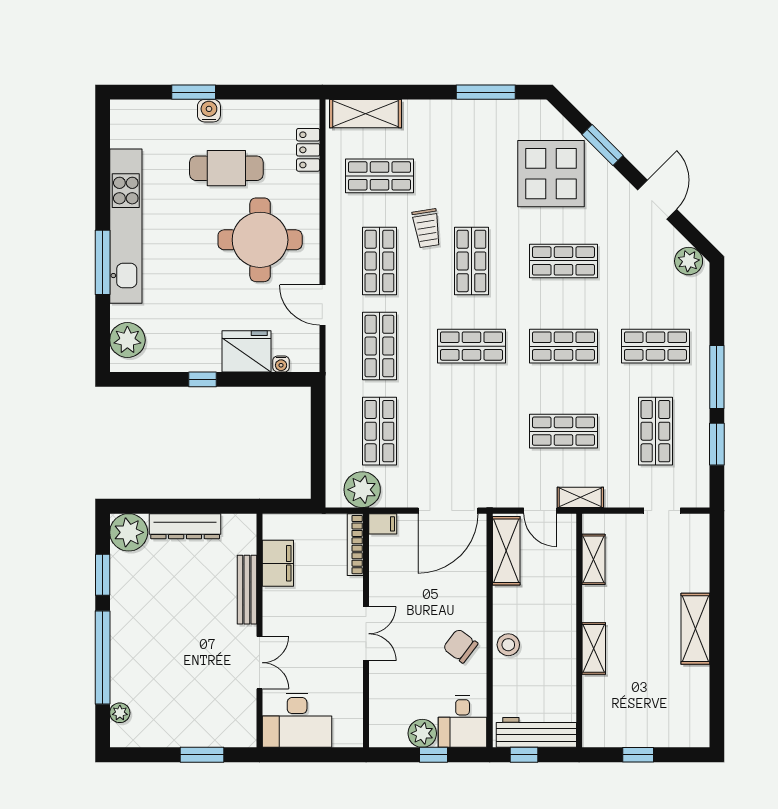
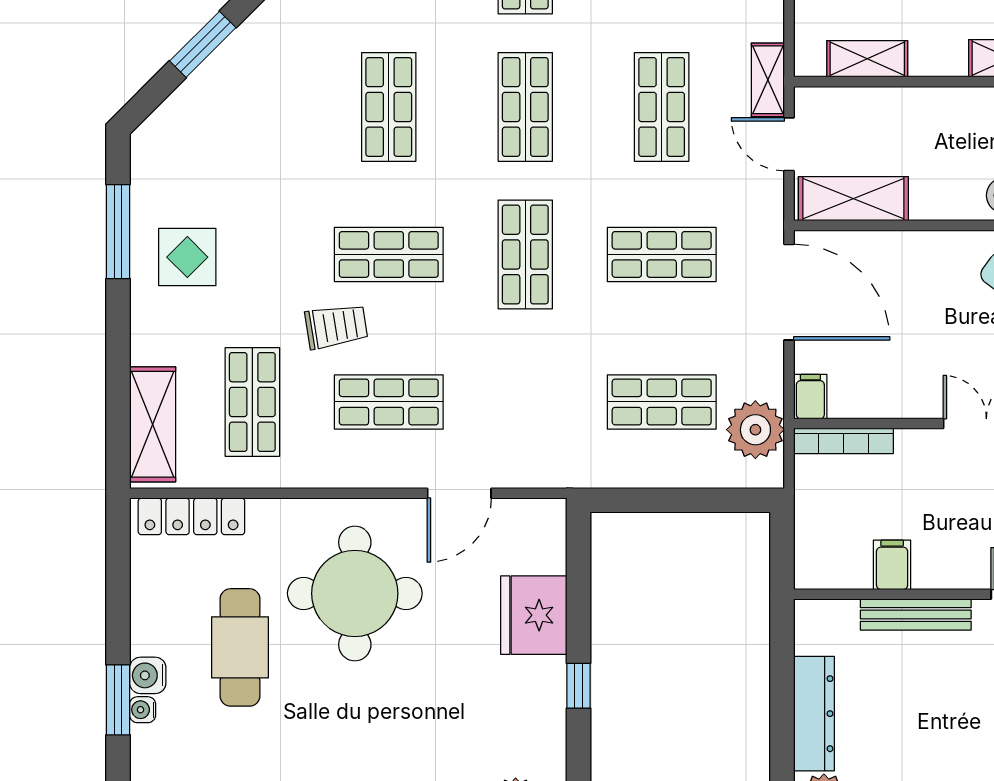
locker: (308, 150) -> (191, 516), width x1.53
display table: (551, 174) -> (187, 257), moved, width x0.54, depth x0.54
shop shelf: (379, 346) -> (662, 254), moved
water cooler: (281, 364) -> (143, 710), moved, turned 180
door: (540, 511) -> (789, 144), swing flipped
filing cabinet: (278, 563) -> (892, 565), width x0.50

